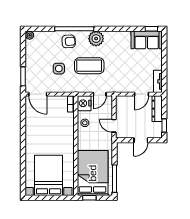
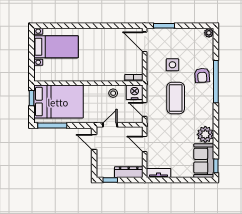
plant: (96, 39) -> (205, 134), moved
door: (38, 94) -> (145, 42), hinge flipped
door: (142, 94) -> (145, 144), moved
door: (141, 140) -> (94, 142), moved
bed with nightstands: (49, 175) -> (56, 47), width x0.73

